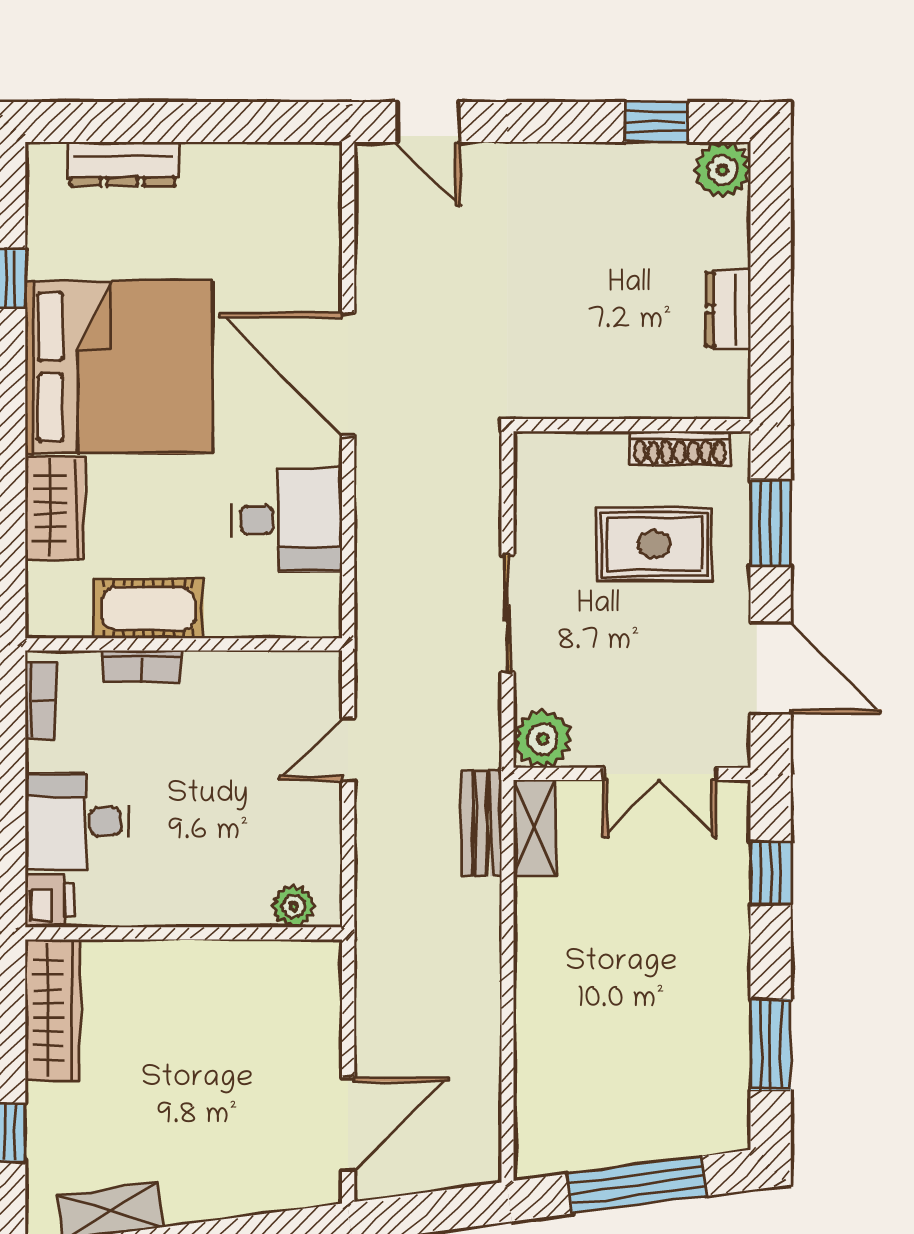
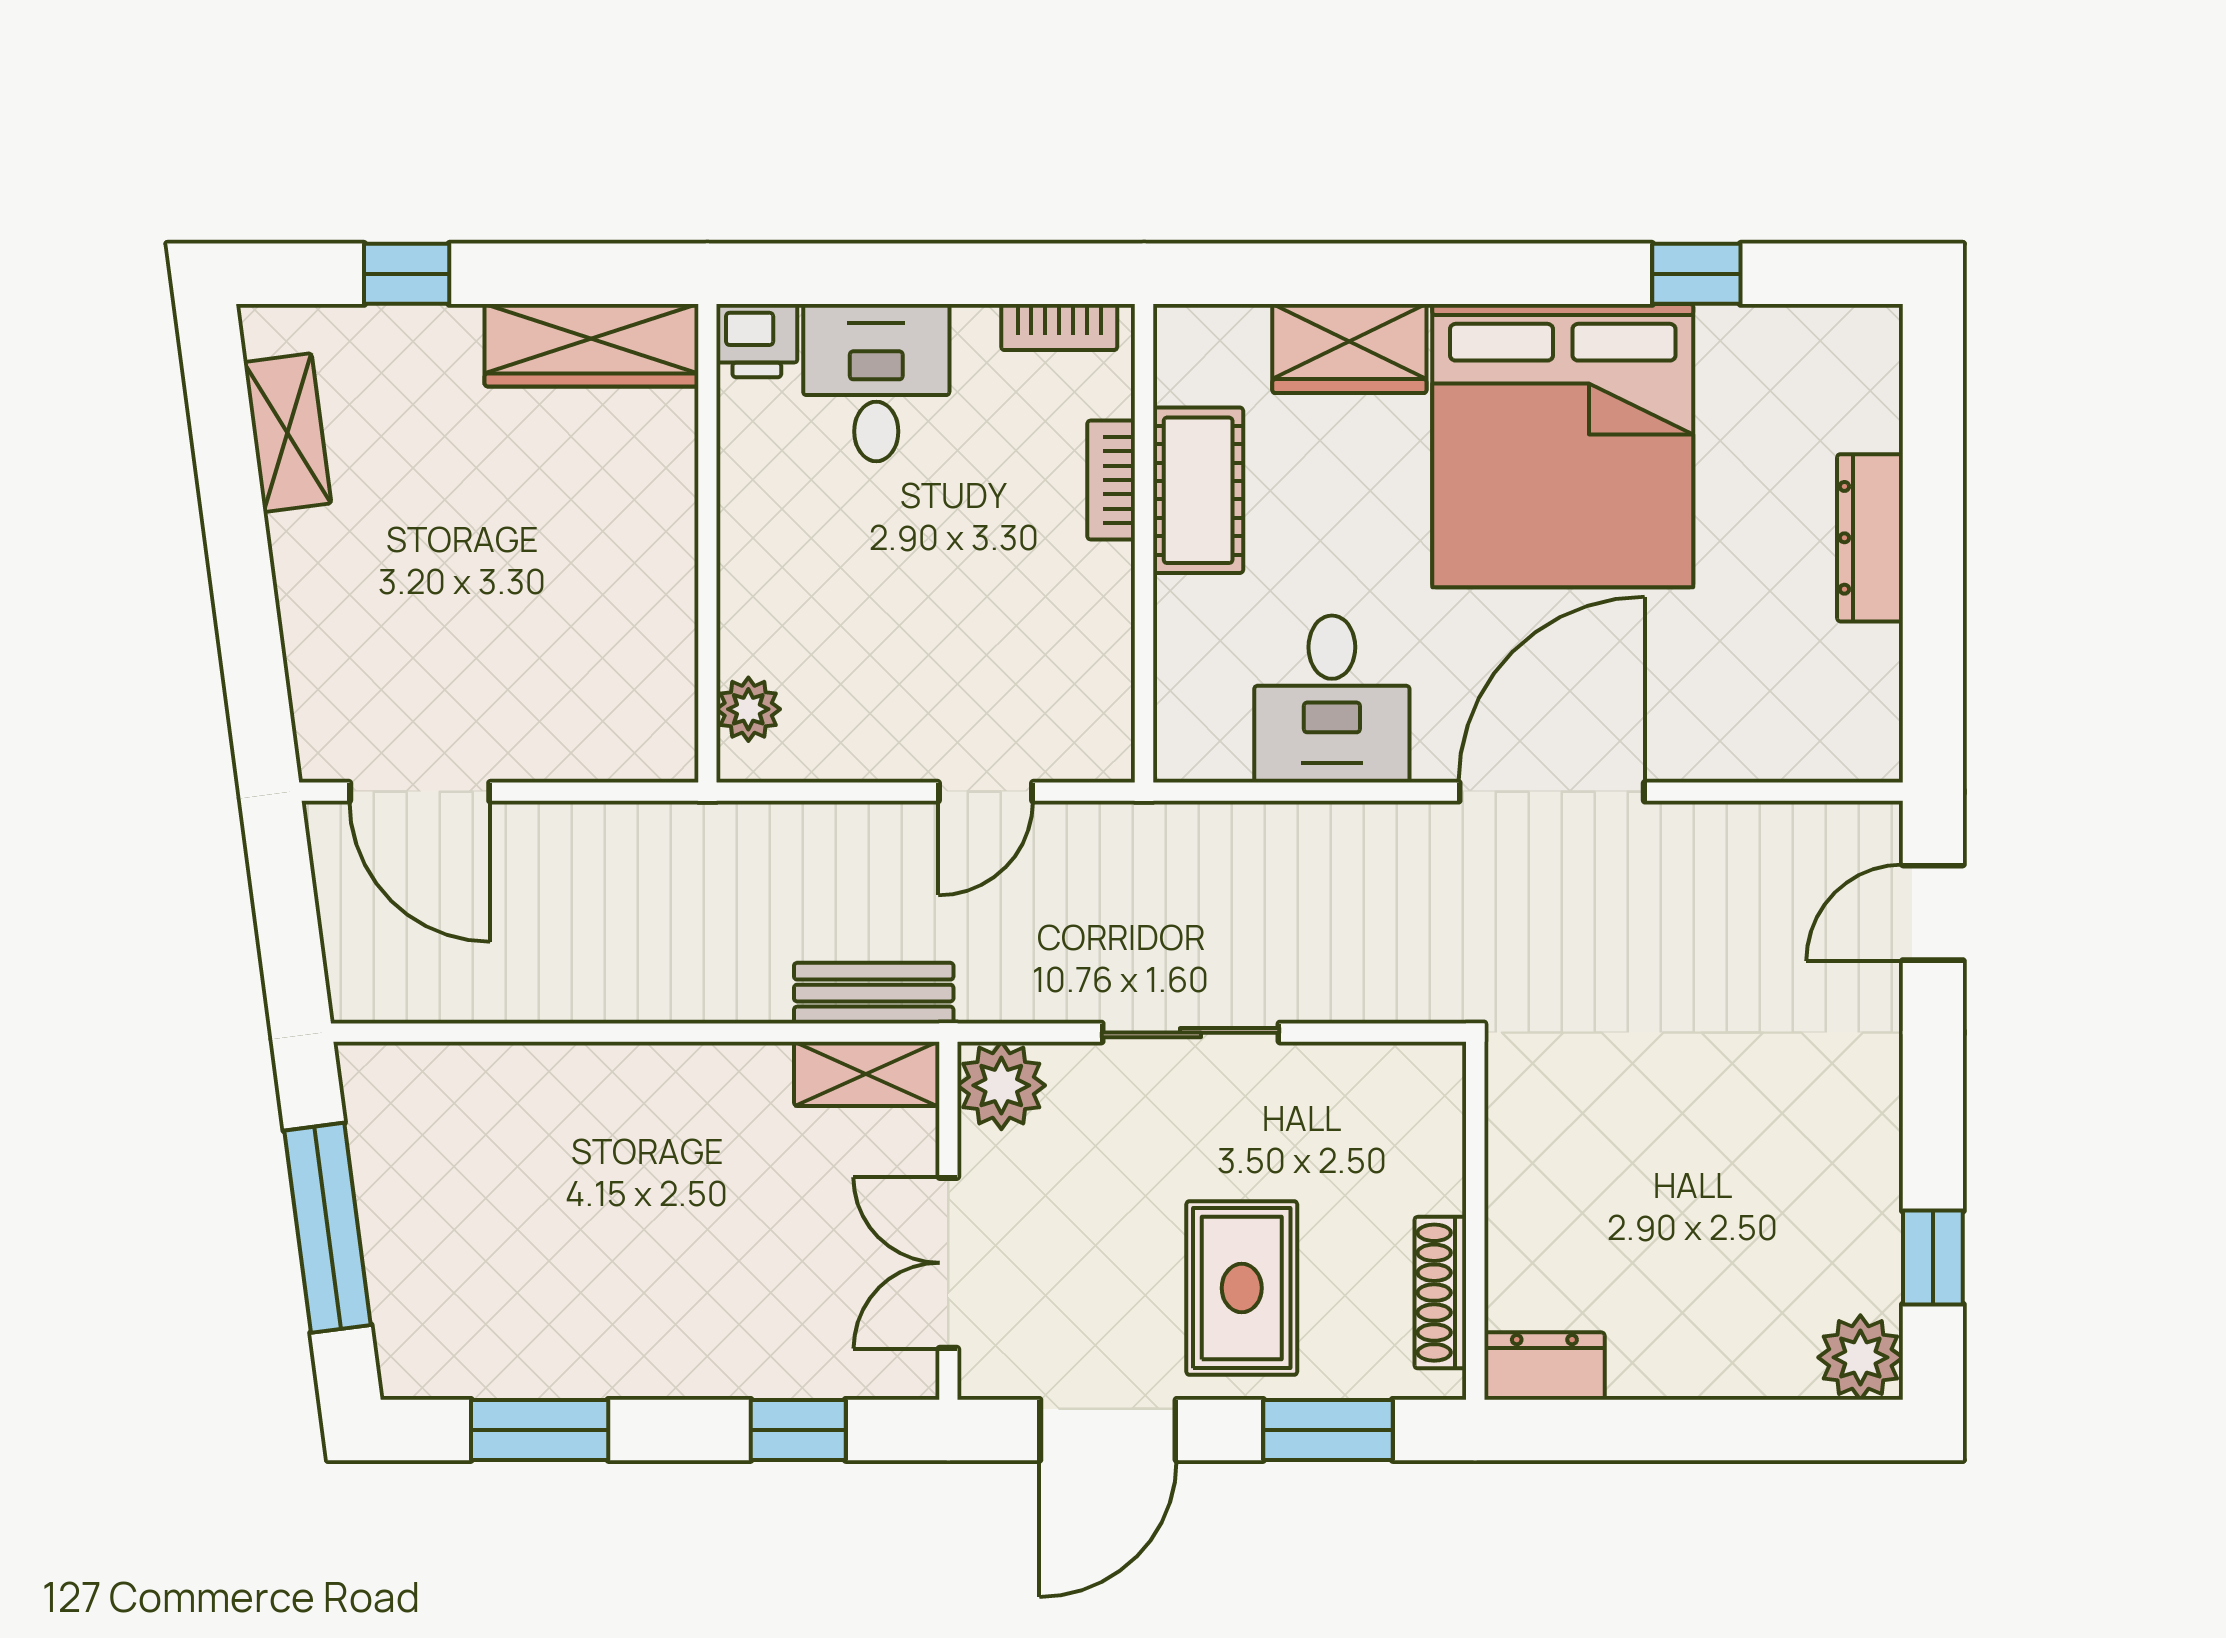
dresser: (122, 164) -> (1870, 538), moved
dresser: (728, 309) -> (1544, 1366), moved
rug: (654, 544) -> (1242, 1288), moved
door: (348, 749) -> (985, 792), swing flipped

